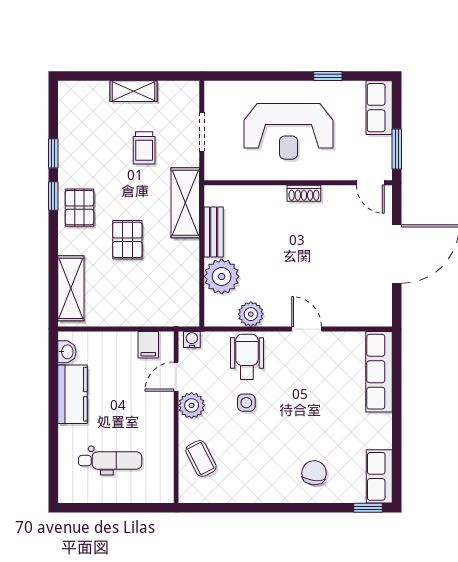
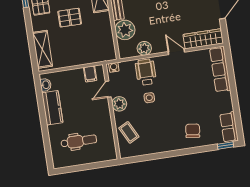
pallet: (127, 240) -> (70, 18), turned 90
wardrobe: (358, 313) -> (203, 39), added

